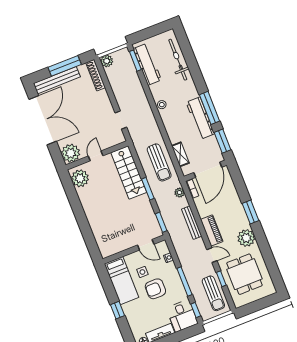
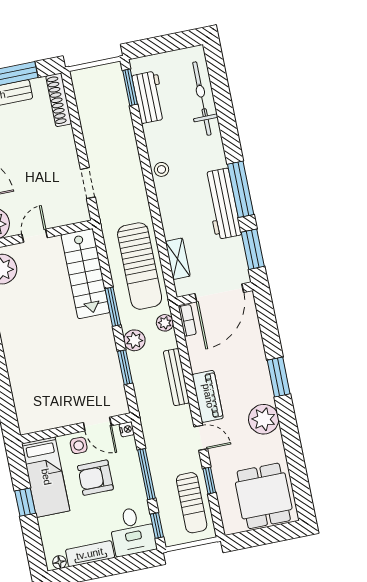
plant: (107, 61) -> (134, 340), moved
workbench: (147, 64) -> (149, 97), width x0.73
sun lounger: (159, 162) -> (140, 266), width x1.36, depth x1.34
door: (146, 245) -> (97, 424), moved
wall: (134, 249) -> (76, 428), moved
dining table: (244, 274) -> (264, 496), moved
bed: (122, 280) -> (46, 477), moved

